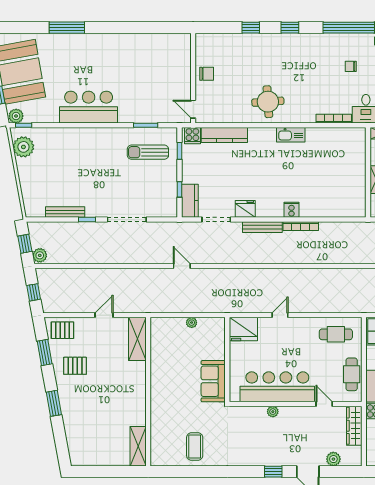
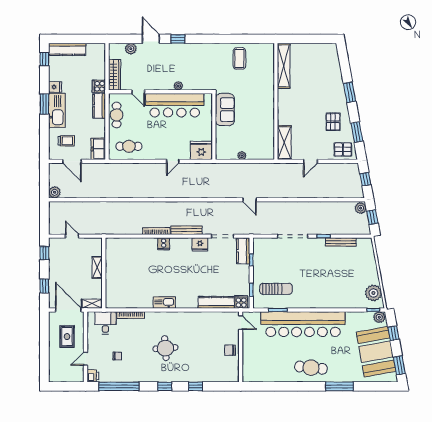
cafe table: (103, 52) -> (311, 368), added
round table: (268, 102) -> (165, 348), moved
bar counter: (89, 107) -> (303, 324), width x1.86
pallet: (75, 366) -> (333, 122), turned 90
shelving: (138, 446) -> (284, 66), width x1.47

